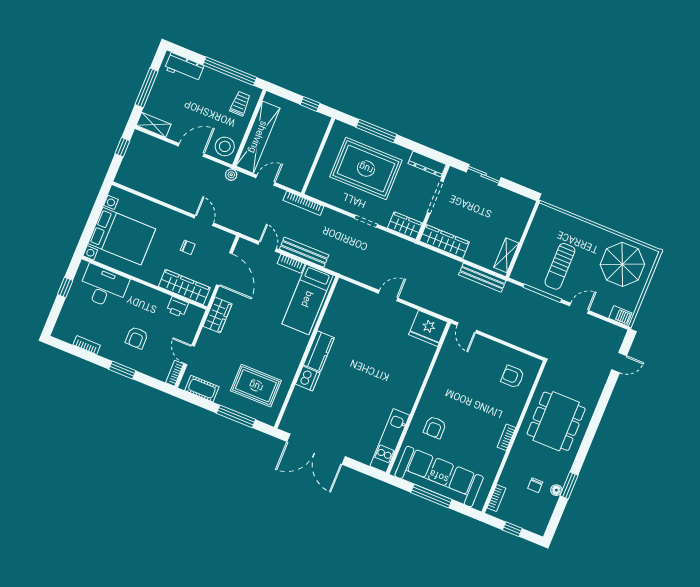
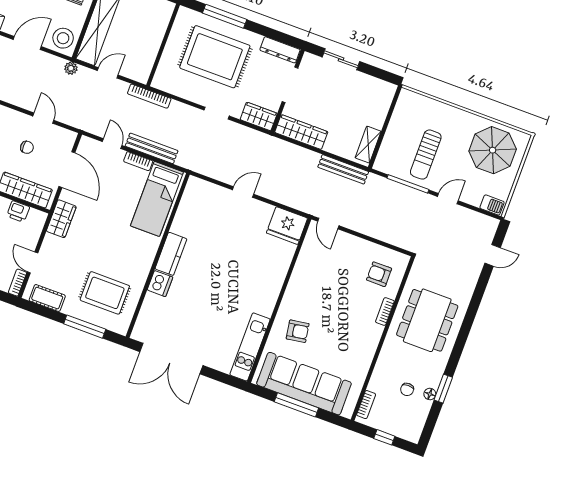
armchair: (435, 427) -> (298, 331), turned -99
bookcase: (506, 437) -> (385, 312), moved

